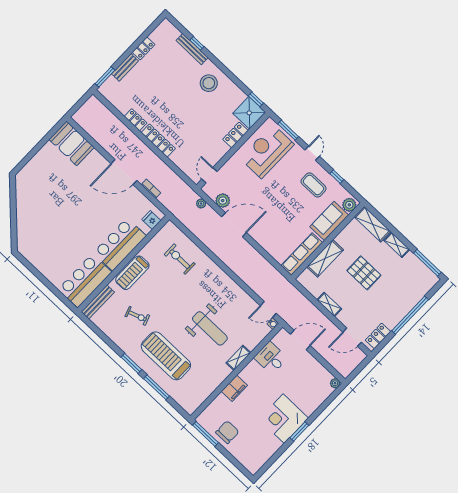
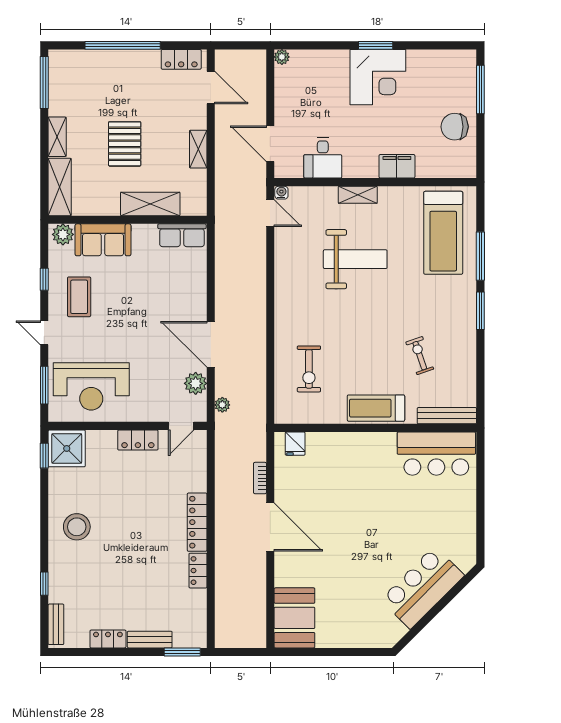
bench: (192, 49) -> (56, 624), moved, width x0.73
locker: (235, 135) -> (138, 440), moved
door: (312, 153) -> (44, 333), hinge flipped
bar counter: (120, 244) -> (422, 587), moved, turned 135
row of seats: (302, 254) -> (182, 235), width x0.68
treadmill: (132, 273) -> (376, 408), turned 180
weight bench: (210, 328) -> (355, 259), turned 90
treadmill: (166, 356) -> (443, 233), moved
window: (205, 434) -> (480, 89), moved

